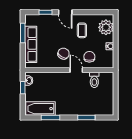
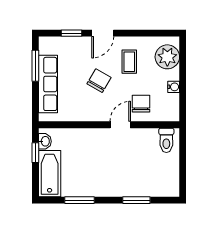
door: (65, 12) -> (103, 33), hinge flipped
chair: (63, 54) -> (99, 81), moved
door: (76, 70) -> (120, 125), hinge flipped
toilet: (94, 80) -> (166, 140), moved
bathtub: (41, 109) -> (50, 174), moved, turned 90

